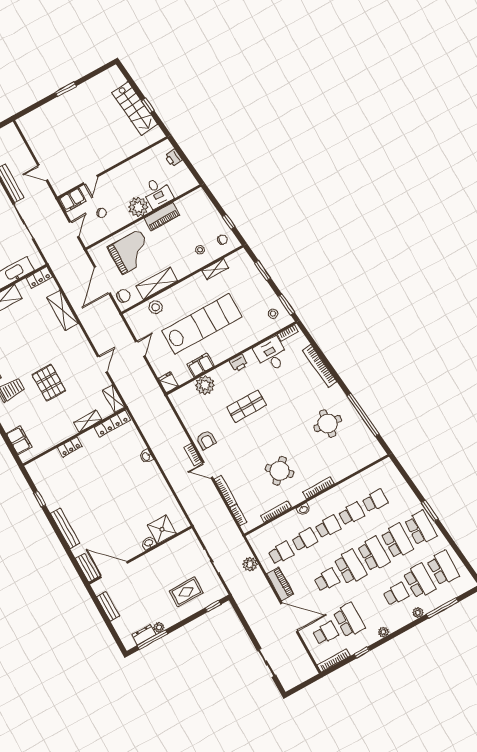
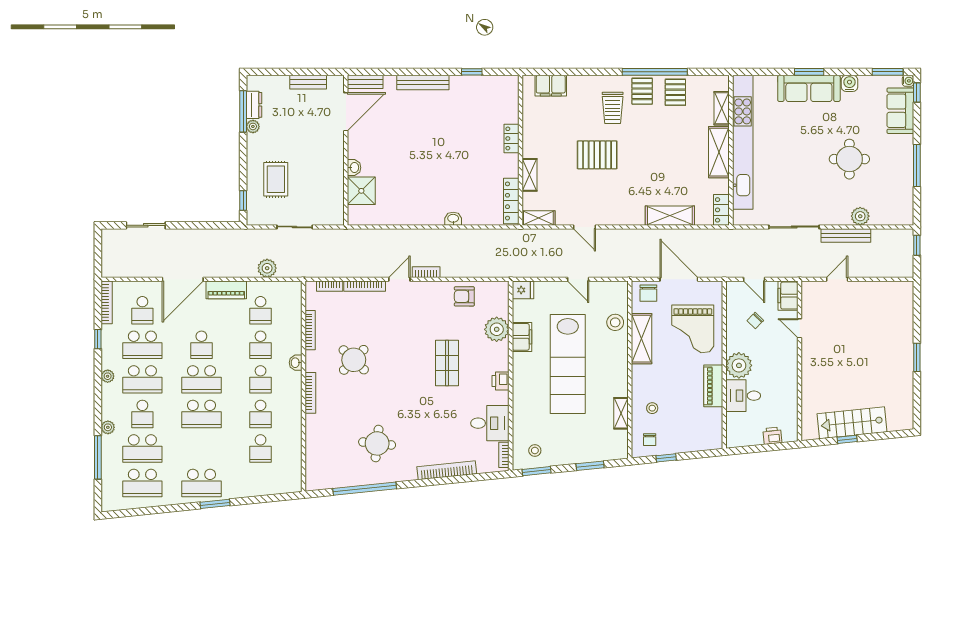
armchair: (206, 440) -> (464, 296), moved
school desk: (397, 541) -> (142, 379), moved

